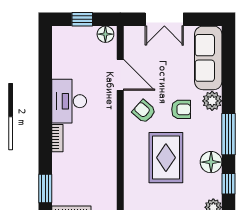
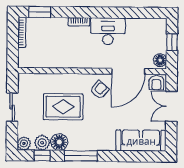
door: (120, 75) -> (128, 71), width x1.36
plant: (212, 101) -> (42, 143), moved
armchair: (181, 109) -> (156, 83), moved

